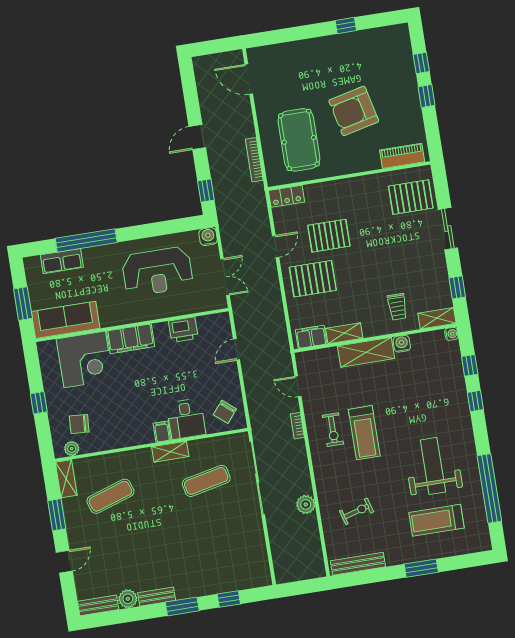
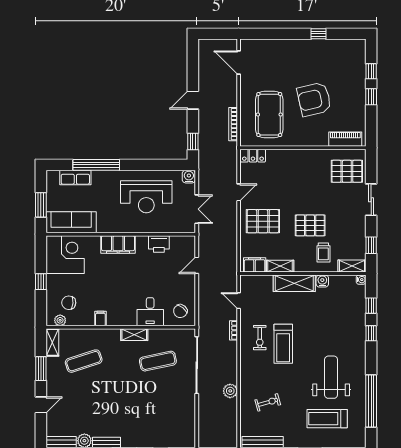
pallet: (329, 236) -> (310, 225), moved
corner desk: (85, 359) -> (65, 255), moved, turned -90
filing cabinet: (162, 432) -> (100, 318), moved

